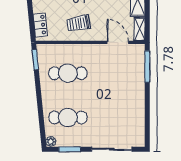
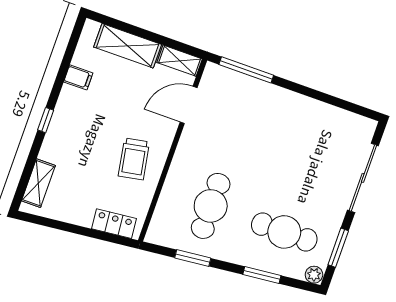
window: (35, 60) -> (193, 258), moved
window: (41, 114) -> (262, 275), added
cafe table: (68, 118) -> (284, 232), turned 90

